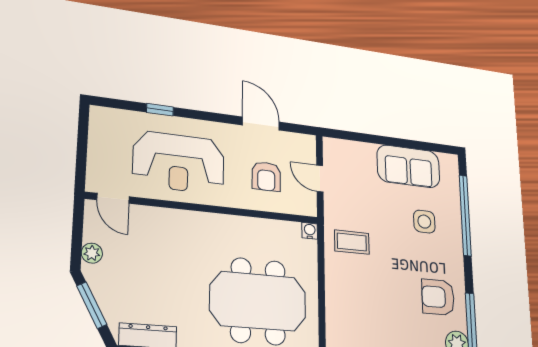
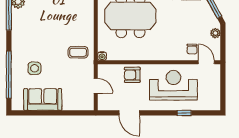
armchair: (266, 176) -> (132, 75), moved, turned -90
chair: (140, 227) -> (192, 49), added
armchair: (438, 297) -> (28, 26), removed

